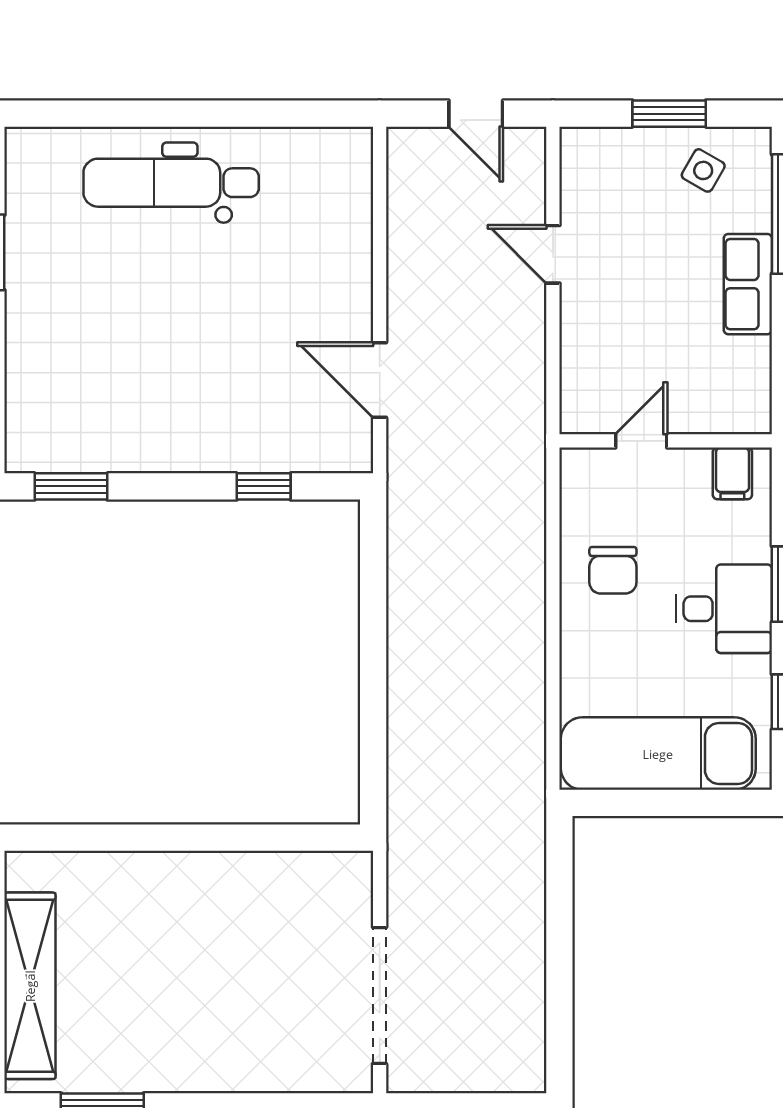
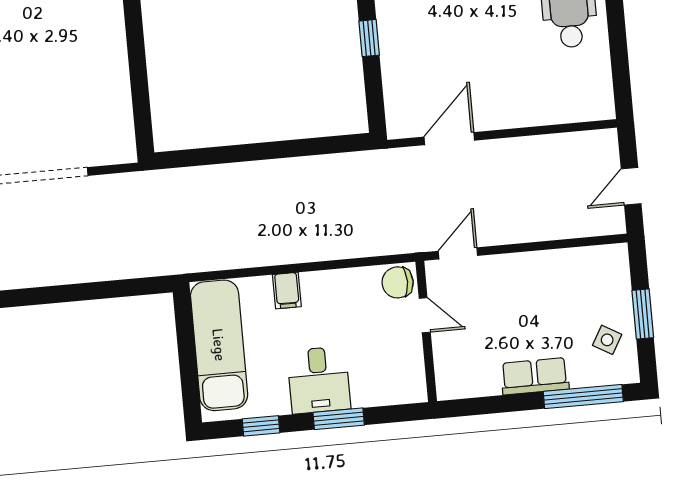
door: (553, 254) -> (458, 253), moved
filing cabinet: (732, 473) -> (287, 291), moved, turned -90
window: (264, 486) -> (369, 38), moved
chair: (613, 570) -> (398, 282), moved

